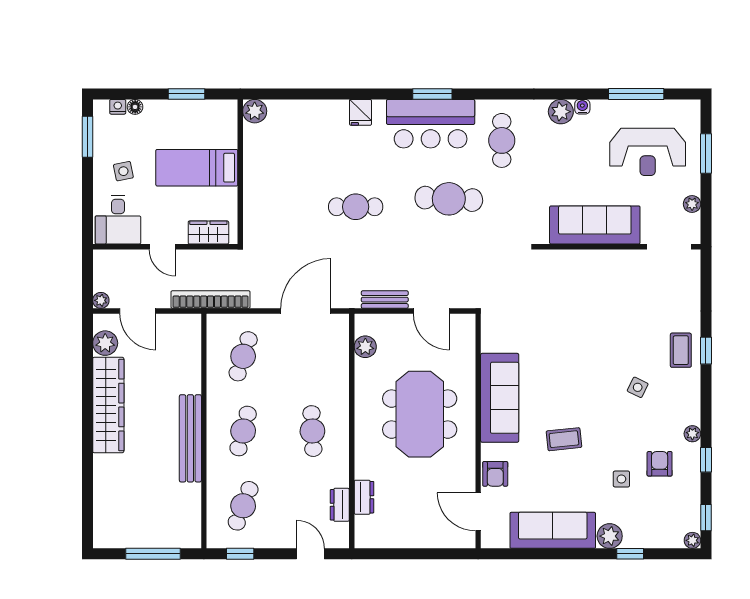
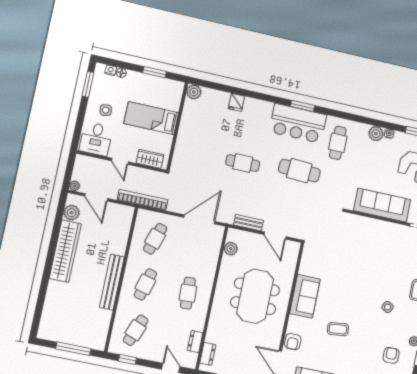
fridge: (360, 112) -> (236, 102), moved
sofa: (500, 398) -> (305, 296), width x0.73
side table: (621, 479) -> (367, 360), removed
dresser: (364, 497) -> (208, 354), moved

